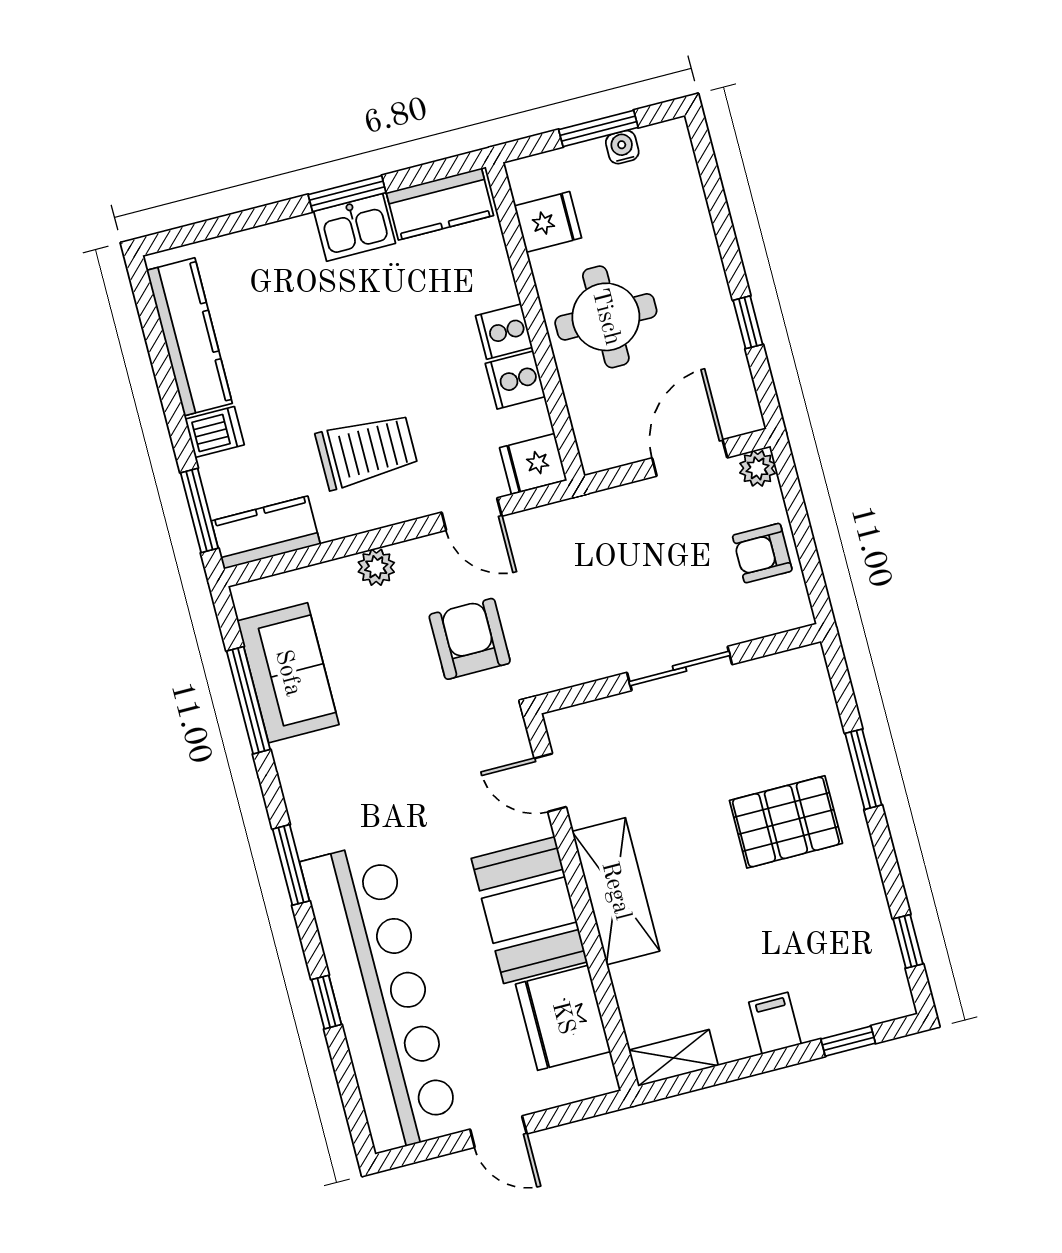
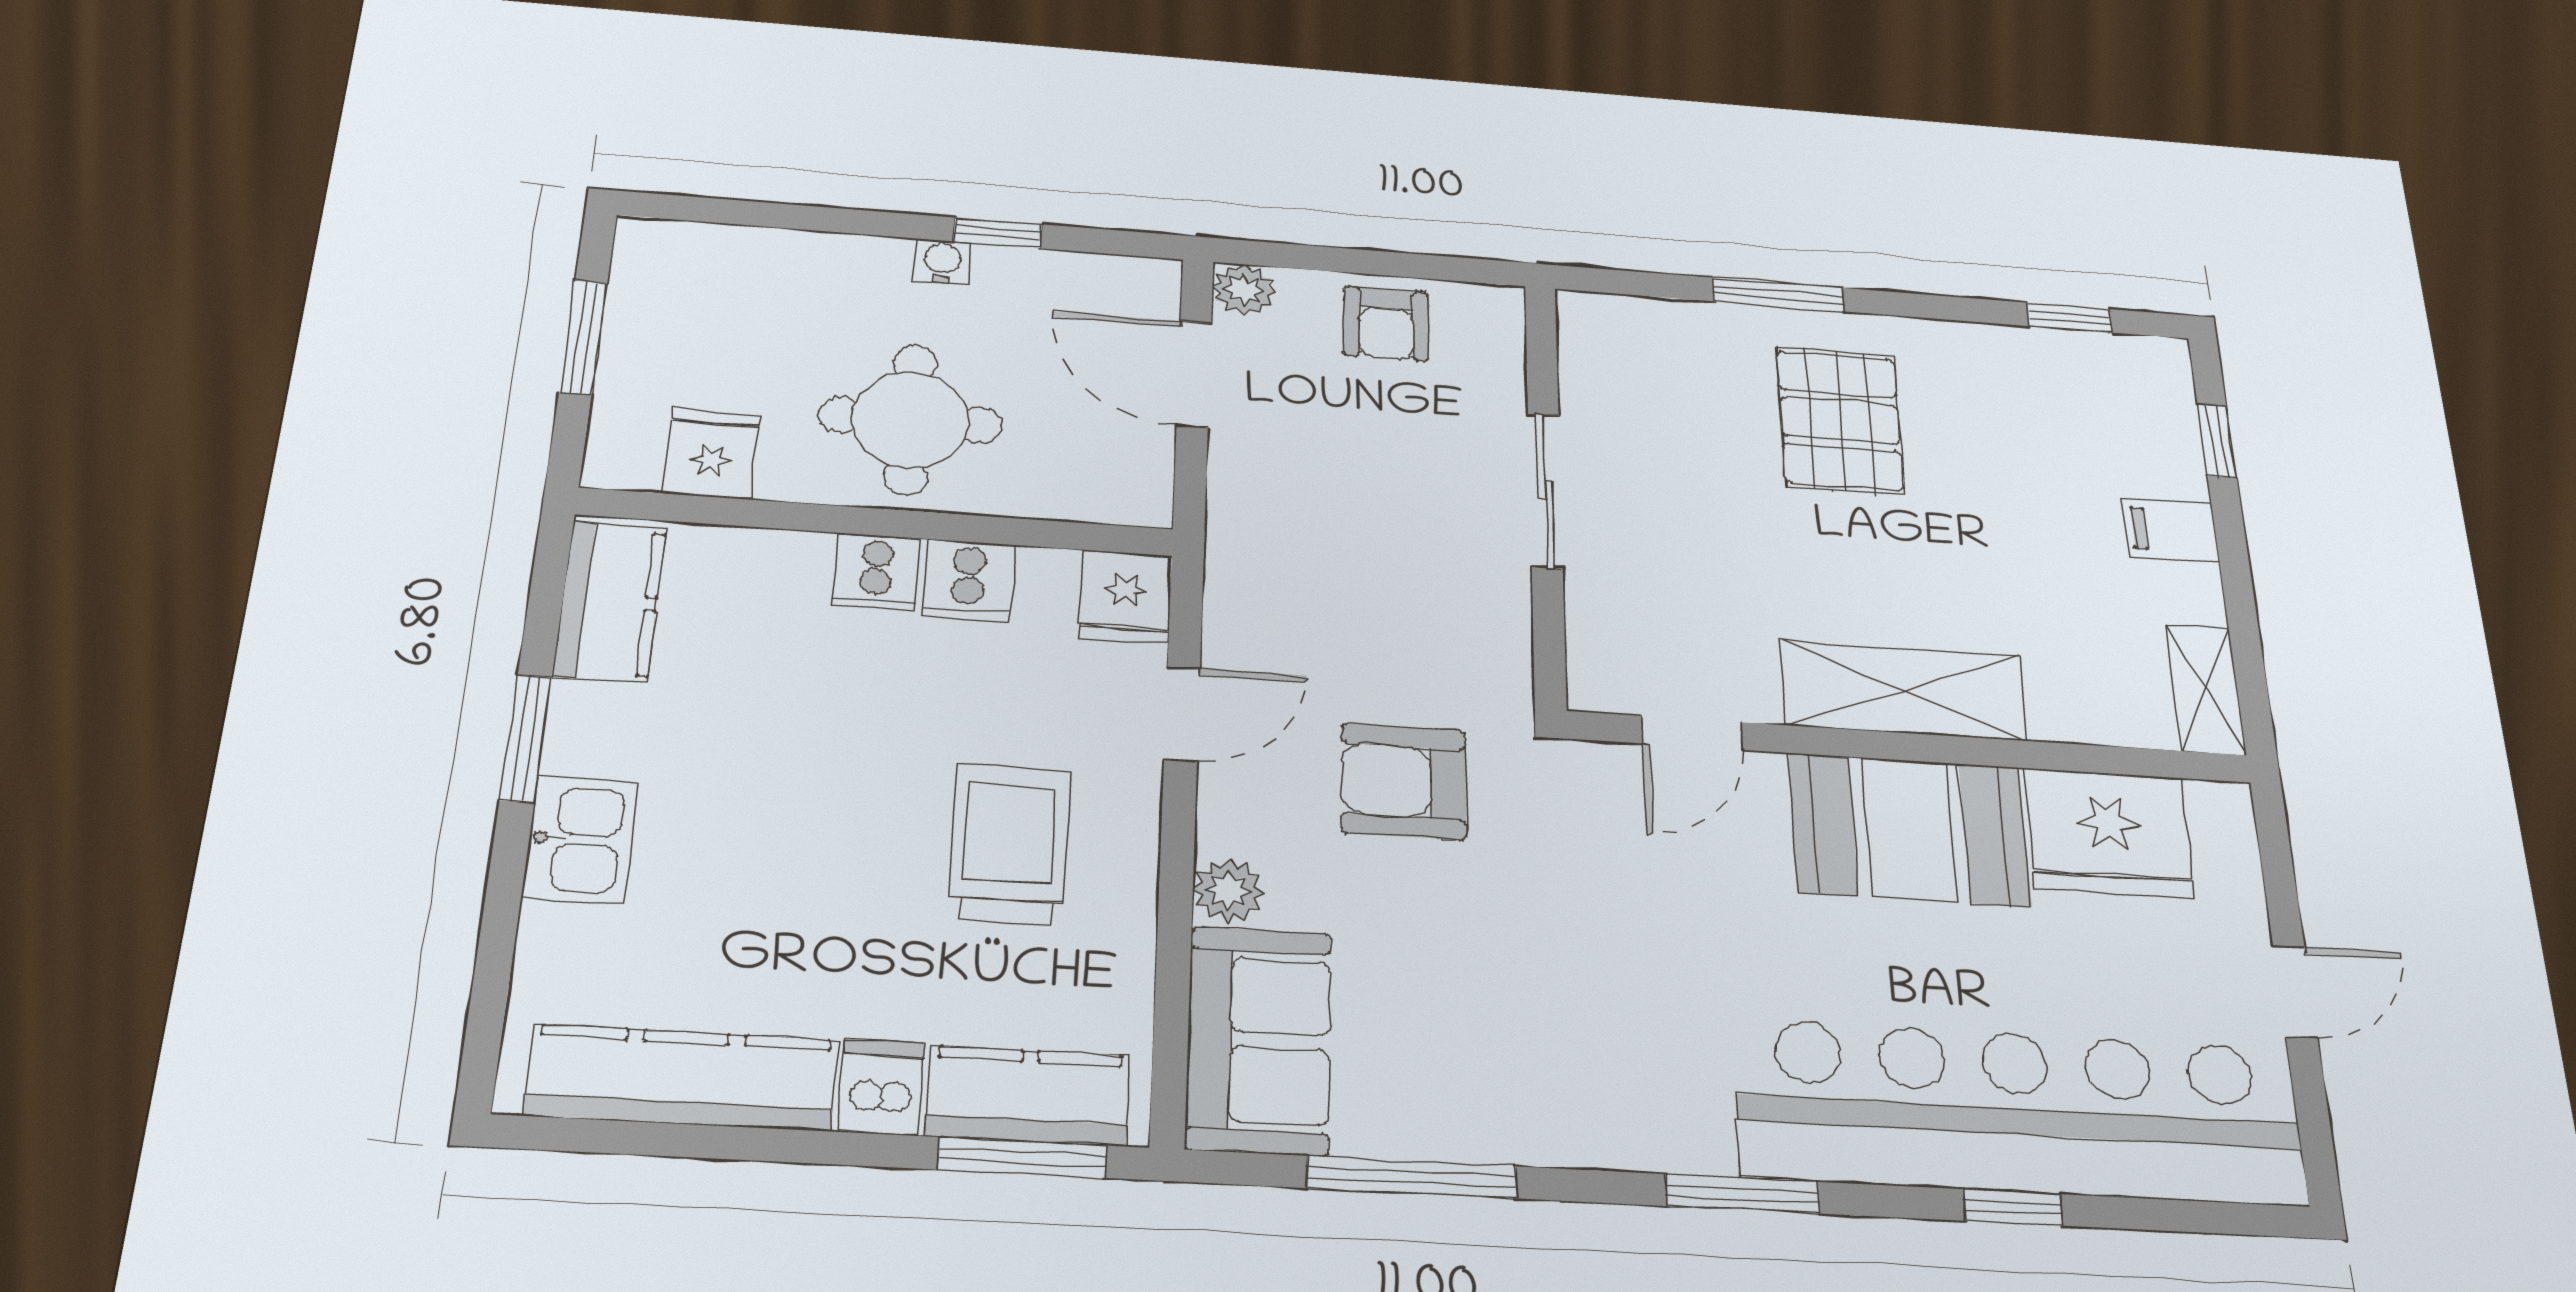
water cooler: (622, 147) -> (942, 262), moved, turned 90
kitchen sink: (355, 227) -> (581, 840), moved
kitchen counter: (266, 533) -> (1028, 1096), moved, turned 90
sofa: (288, 673) -> (1259, 1040), moved, turned 90

